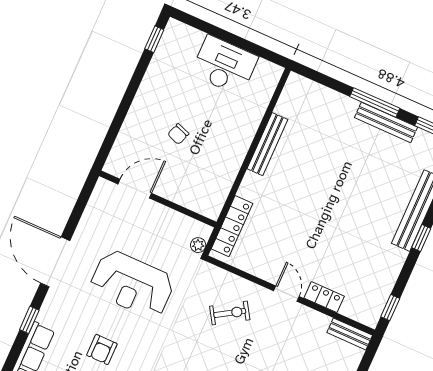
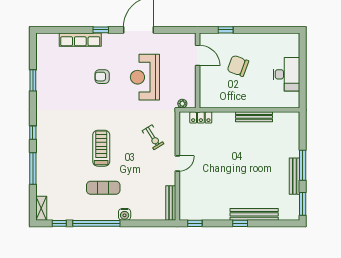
window: (154, 39) -> (226, 30), moved
chair: (178, 134) -> (238, 66), width x1.87, depth x1.87
locker: (232, 226) -> (201, 117), width x0.66
locker: (324, 297) -> (185, 185), removed
bench: (350, 334) -> (171, 203), width x1.36

